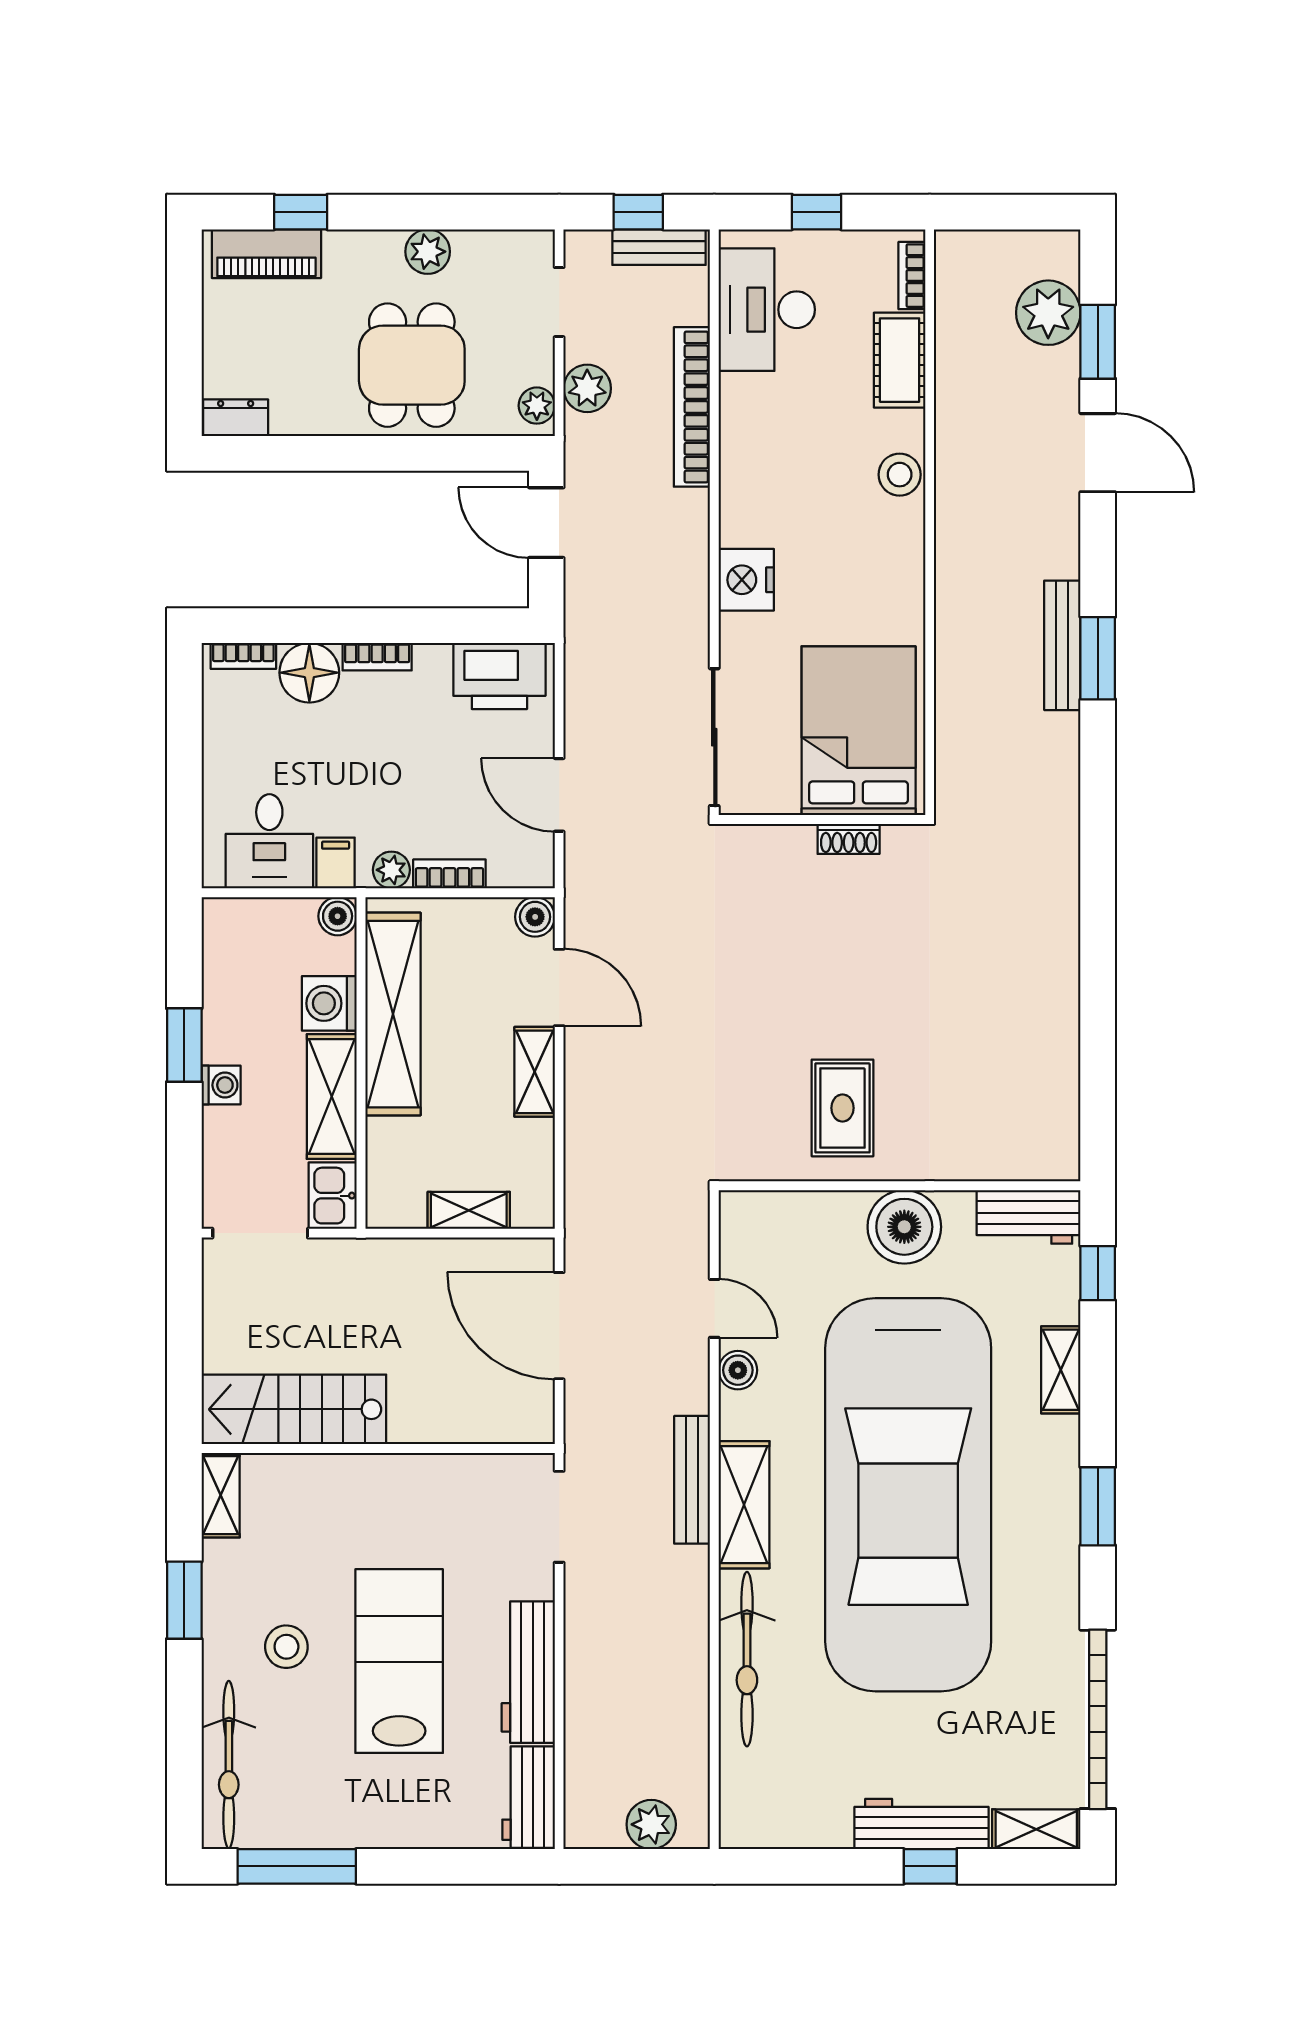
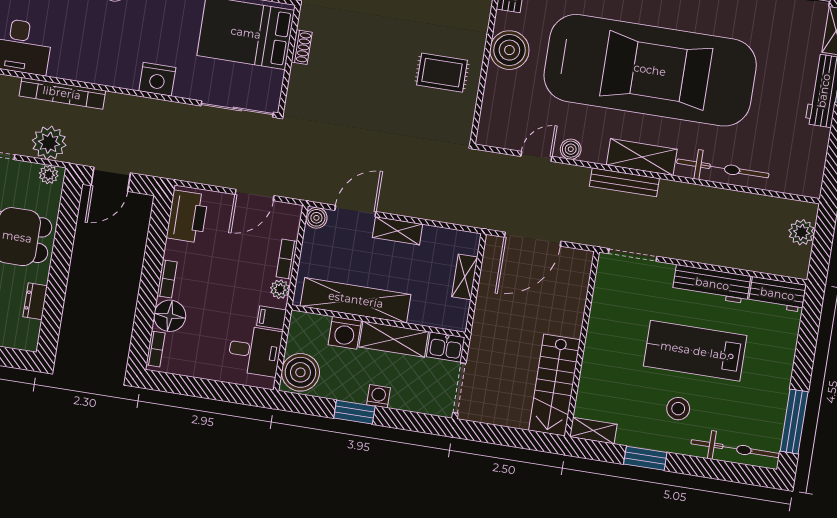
plant: (587, 388) -> (49, 143), width x1.36, depth x1.36
dresser: (236, 418) -> (35, 301), moved
boiler: (338, 916) -> (300, 372), moved, width x1.86, depth x1.86

